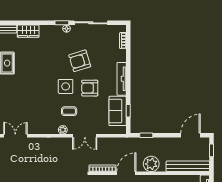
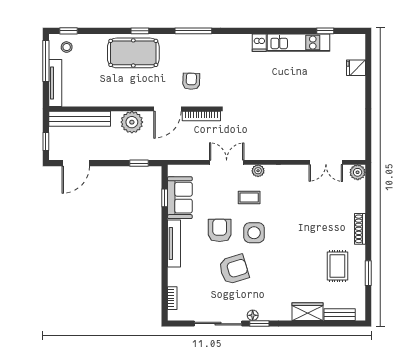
armchair: (90, 88) -> (220, 230), turned -90

